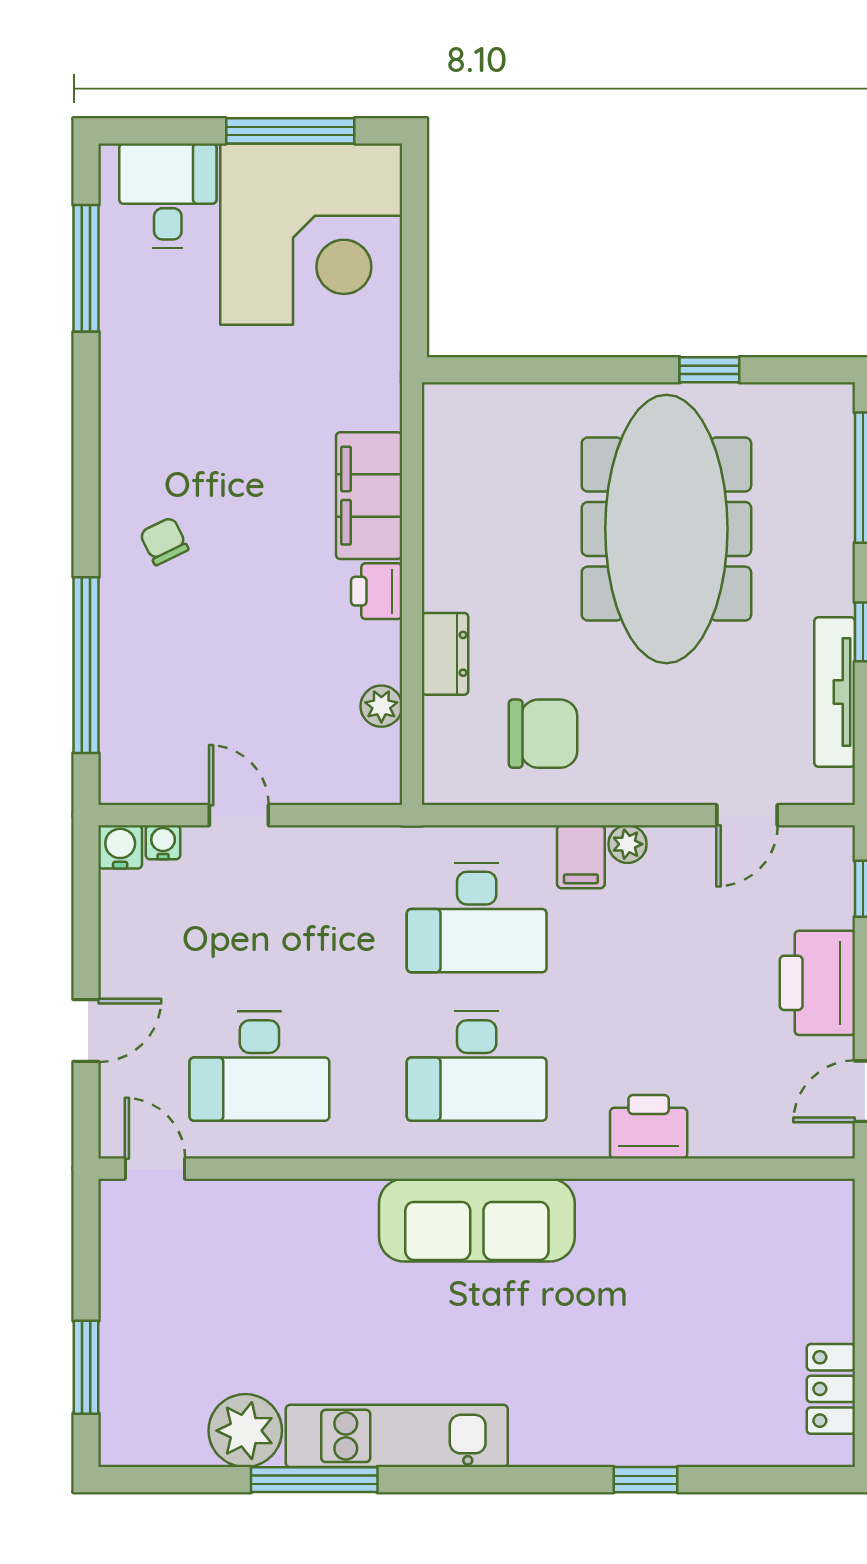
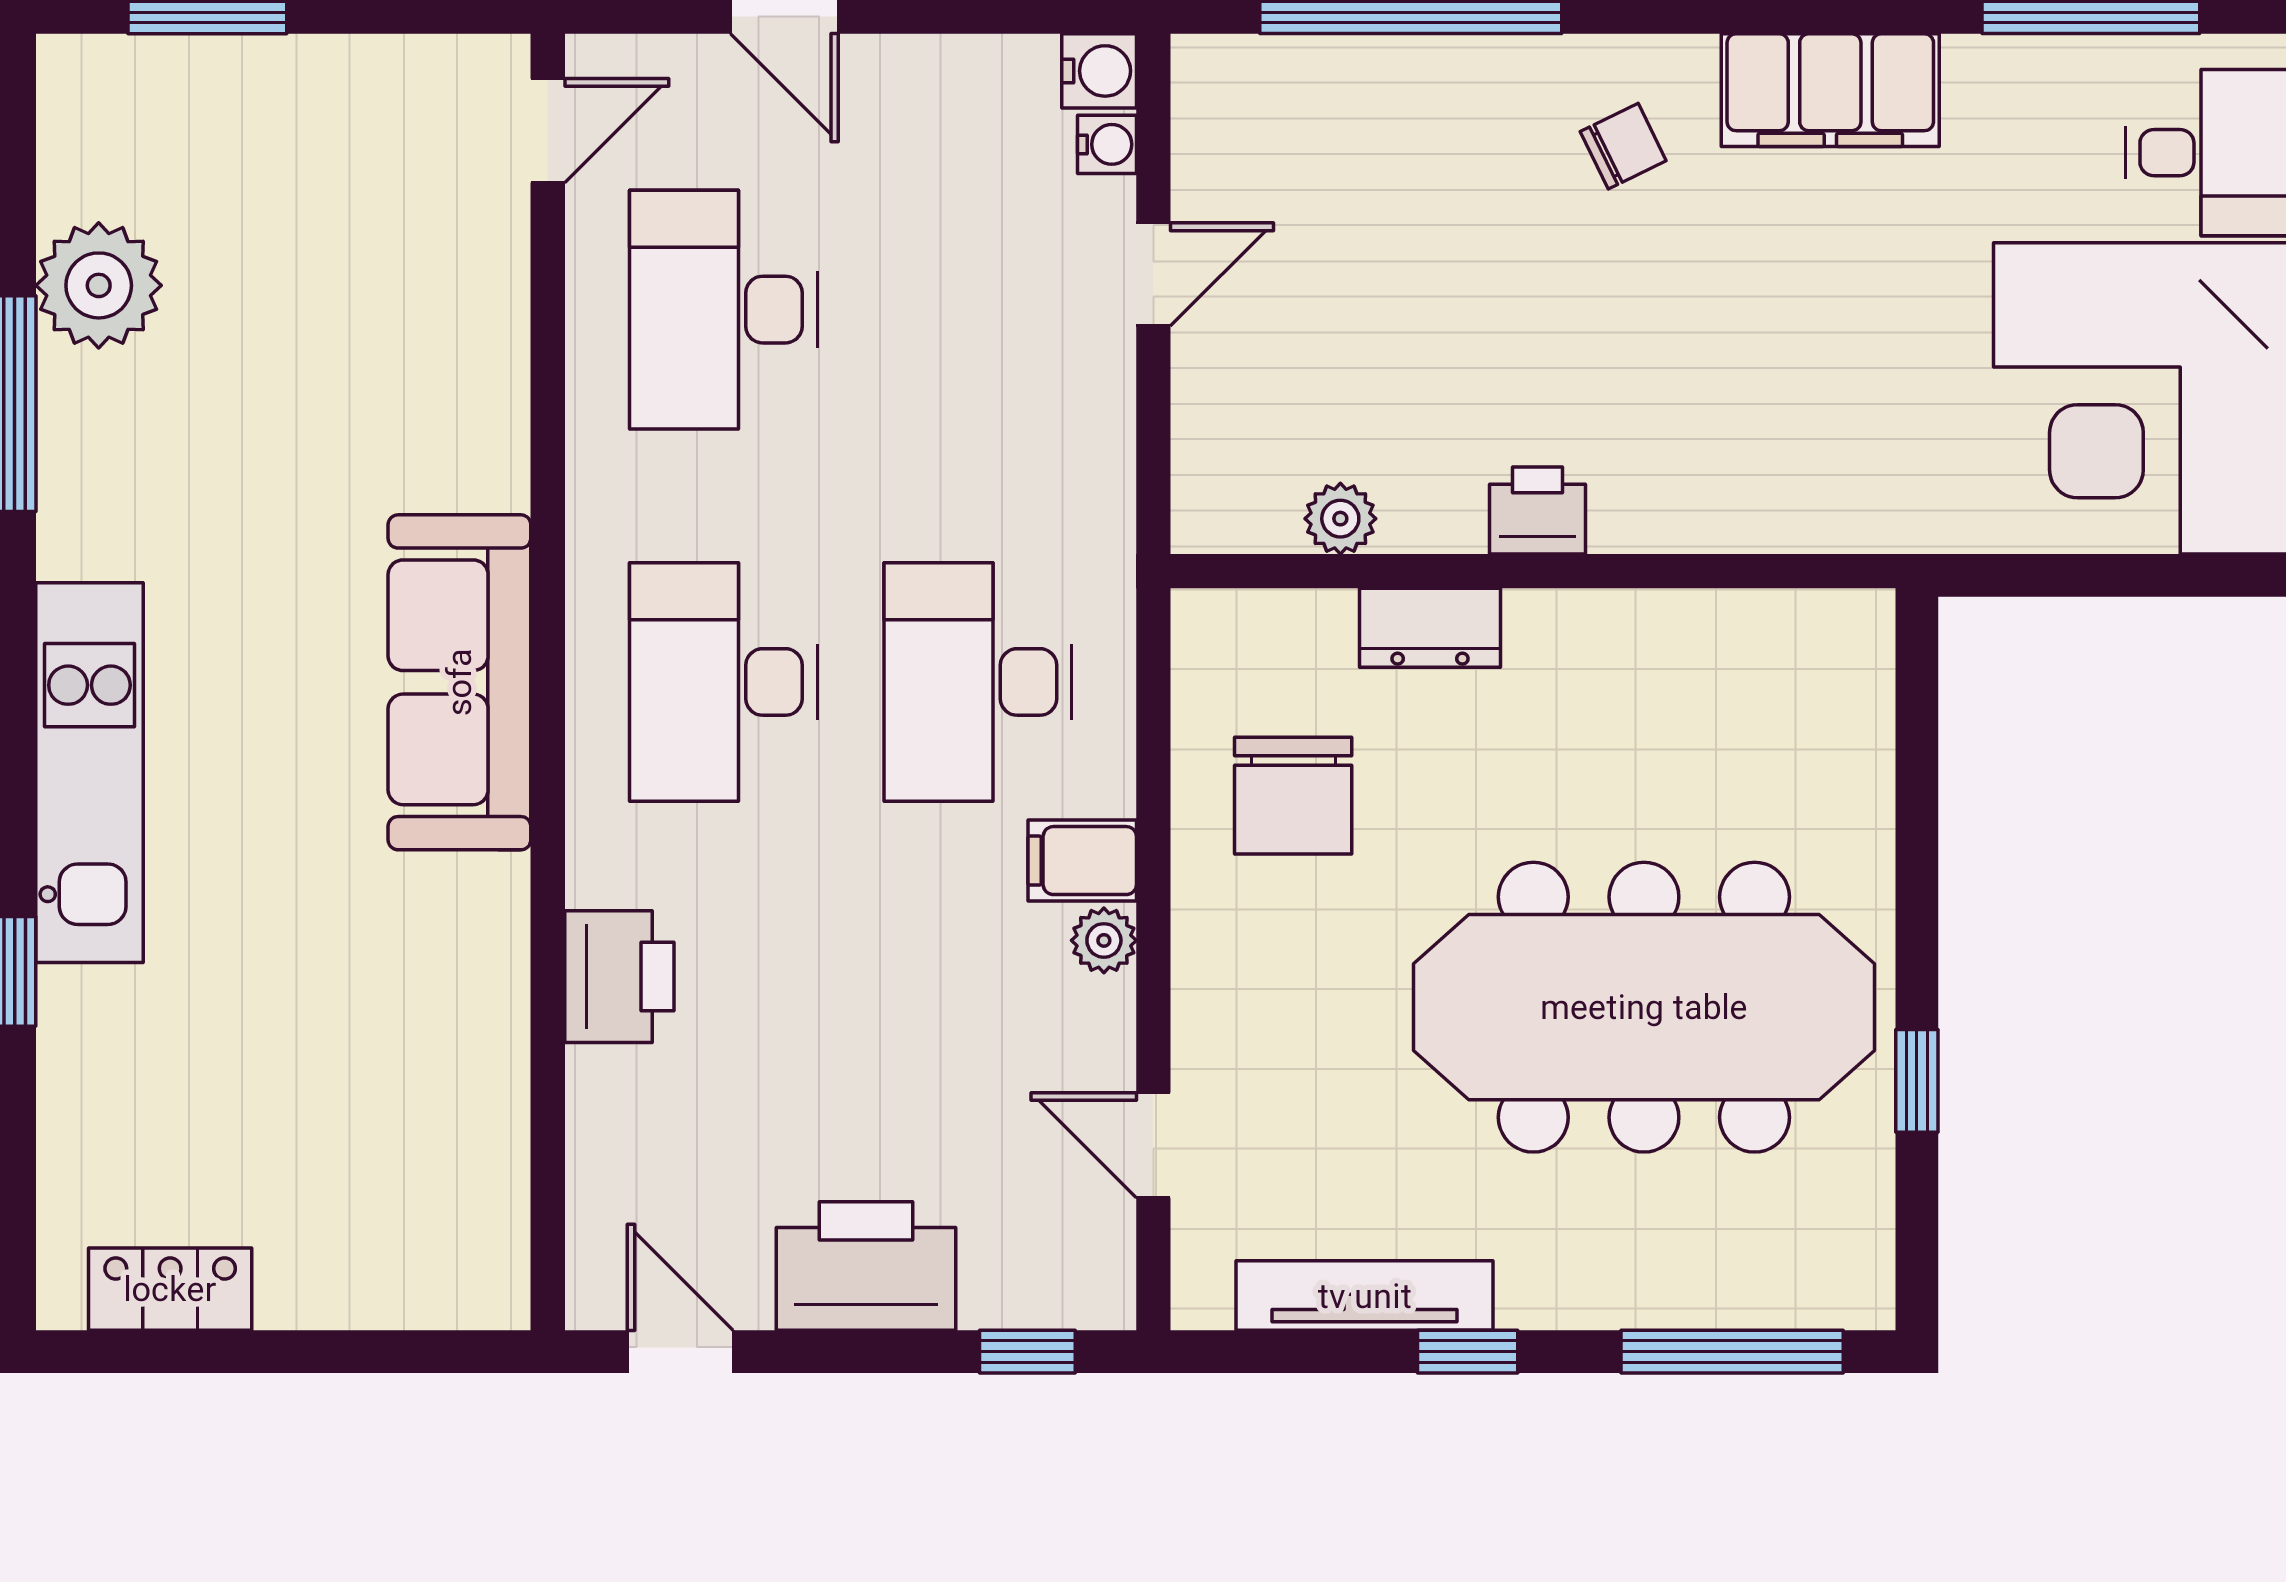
filing cabinet: (369, 496) -> (1830, 90), moved, turned 180
kitchen unit: (397, 1436) -> (89, 773), moved

